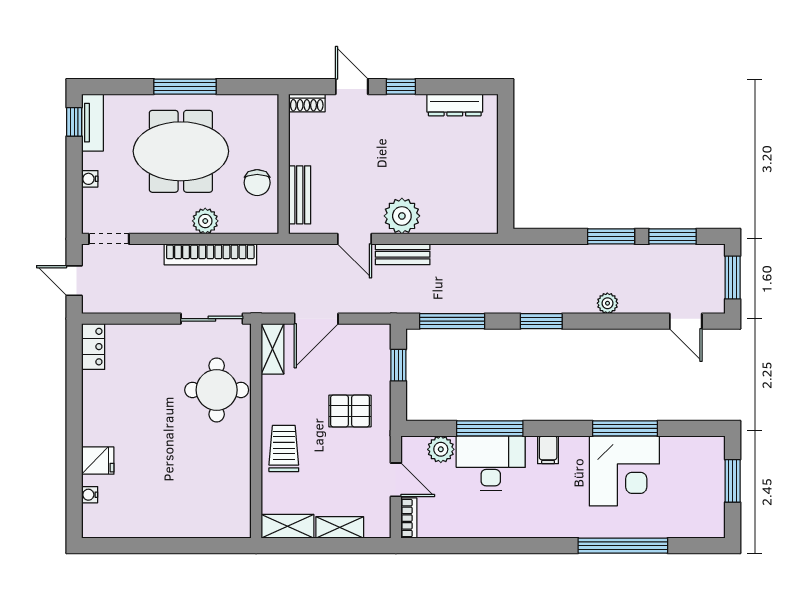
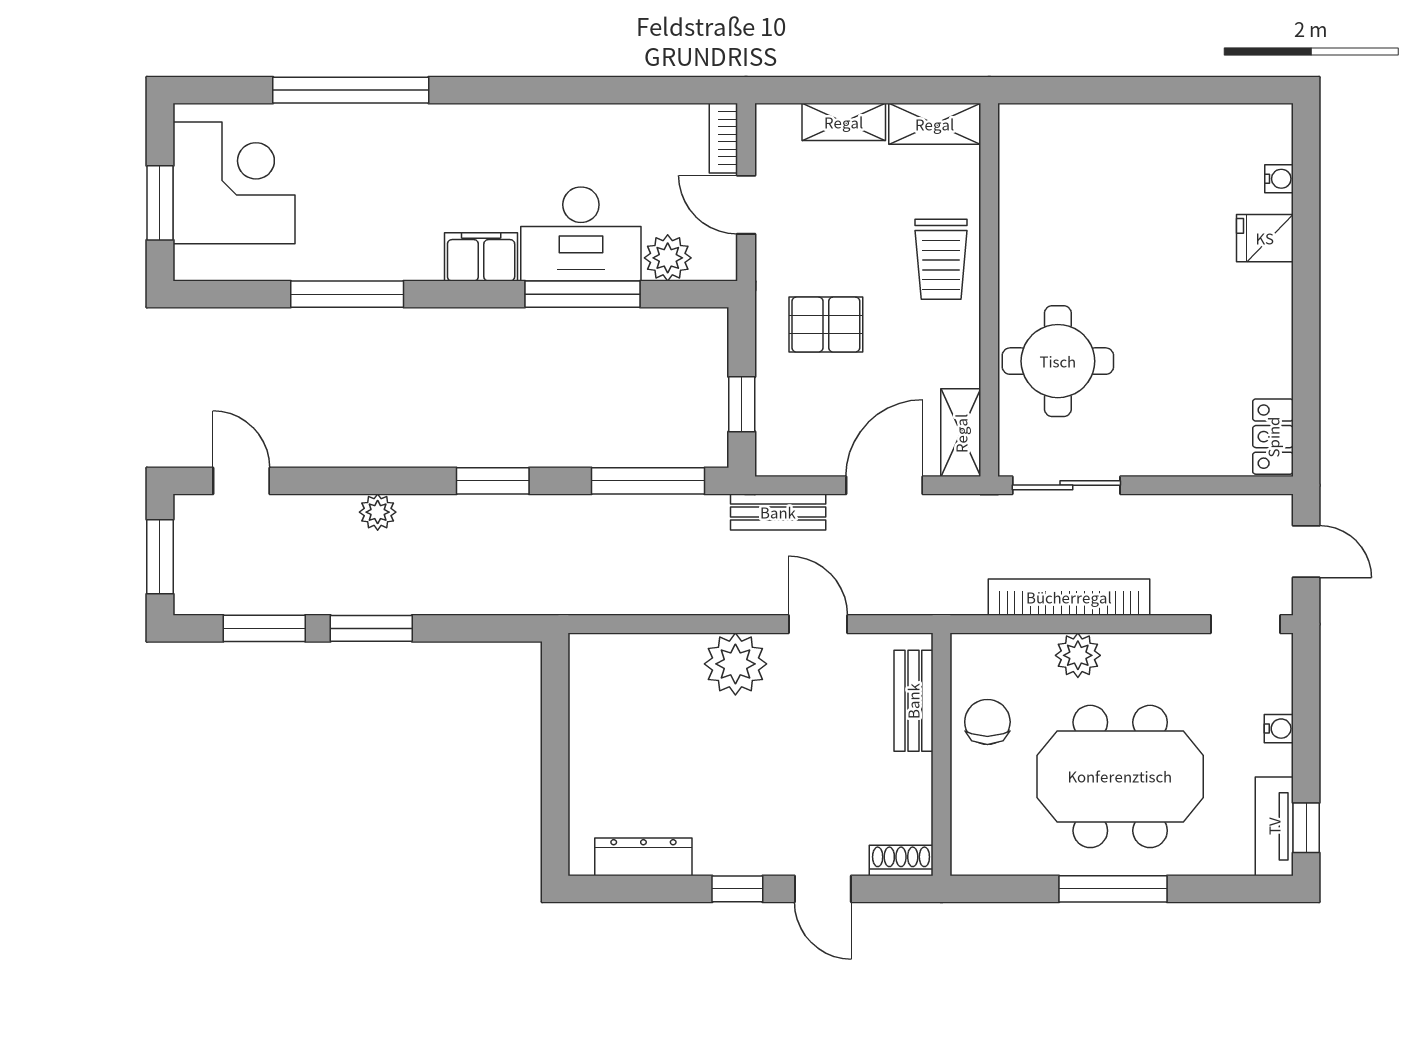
bench: (403, 254) -> (778, 512), moved
filing cabinet: (548, 450) -> (481, 257), width x2.00
corner desk: (624, 471) -> (234, 183), moved, turned 90

